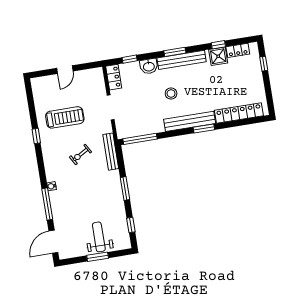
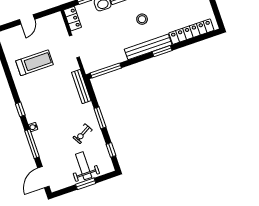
stool: (171, 93) -> (142, 19), moved
window: (36, 136) -> (20, 109), moved
exercise bike: (80, 155) -> (83, 134), moved

